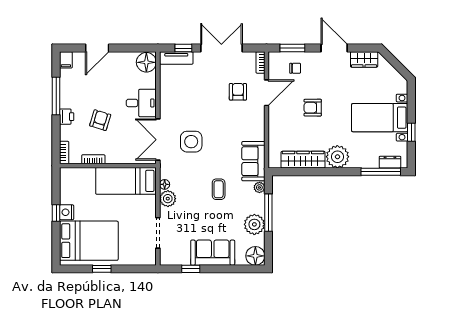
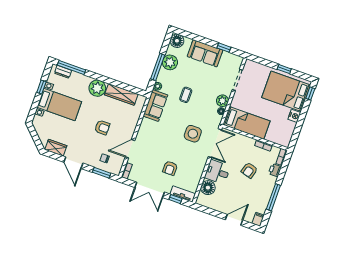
floor lamp: (146, 62) -> (208, 188), moved
armchair: (238, 92) -> (170, 168), moved
printer: (67, 117) -> (275, 170), moved
window: (56, 213) -> (310, 94), moved

